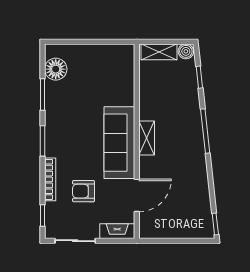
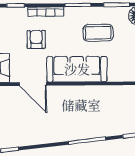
coffee table: (76, 117) -> (98, 33), added
shelving: (147, 138) -> (81, 92), removed

